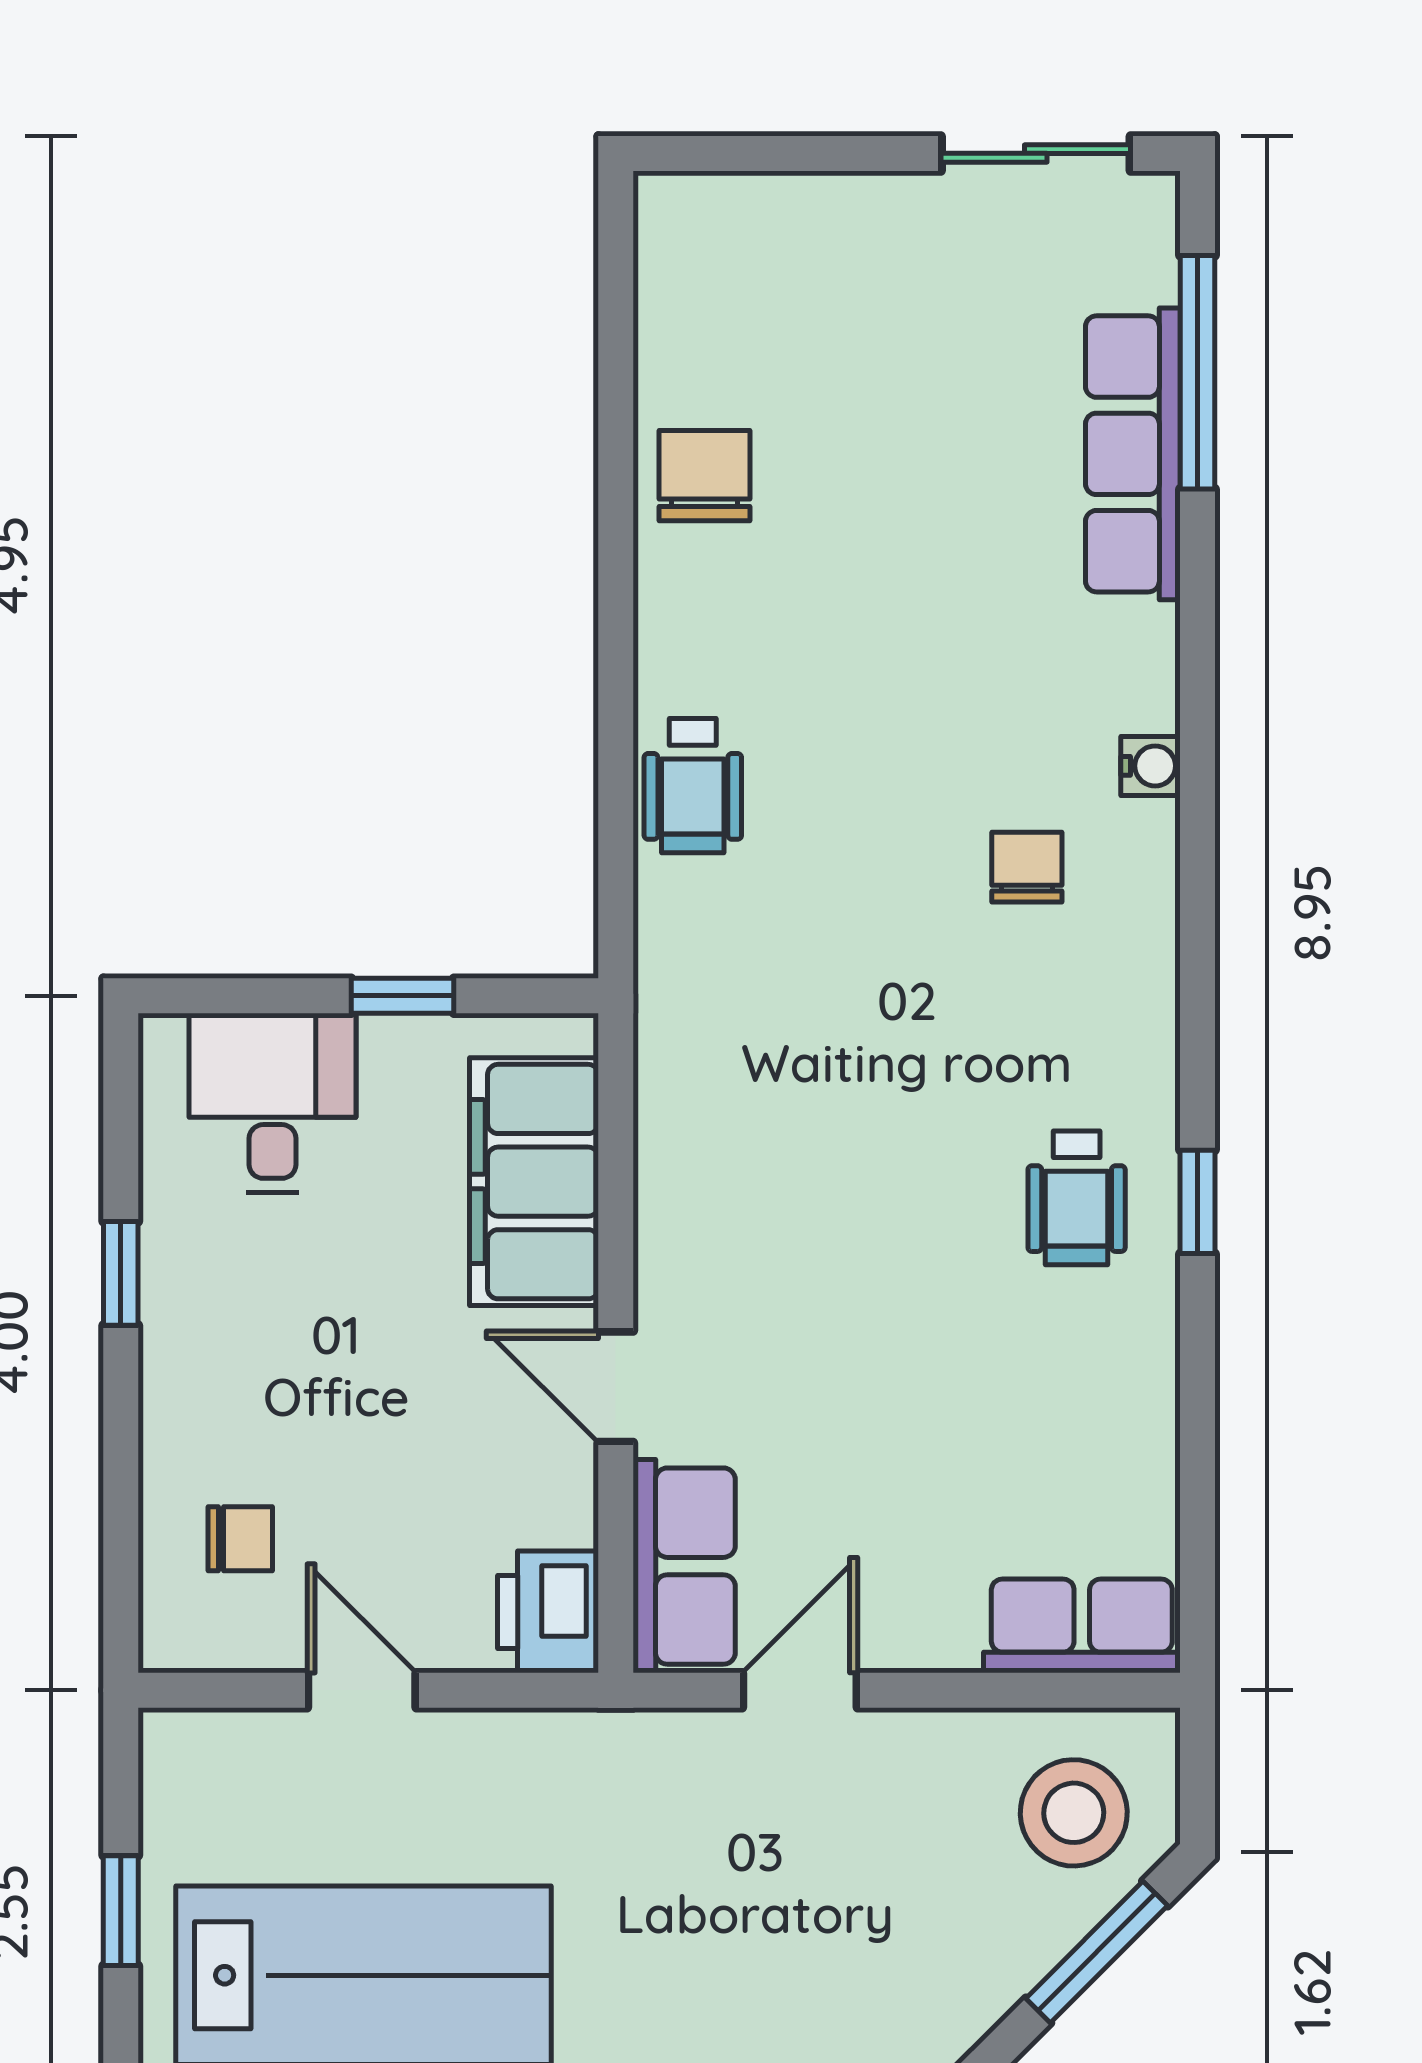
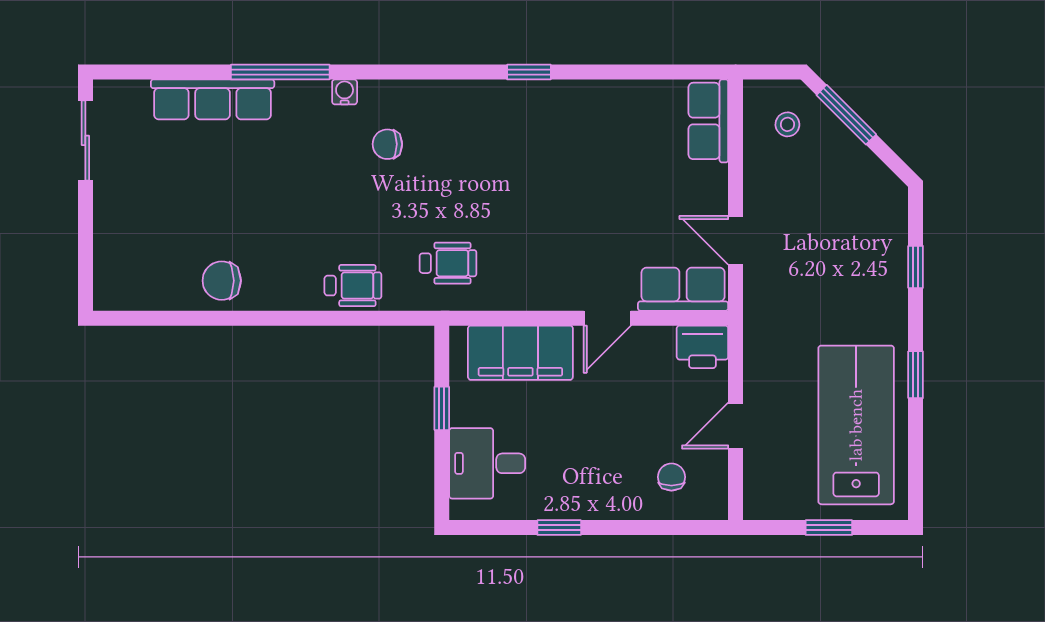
window: (1197, 372) -> (280, 72), moved
wheelchair: (1077, 1198) -> (448, 263), moved
stool: (1074, 1813) -> (787, 124), width x0.53, depth x0.53

